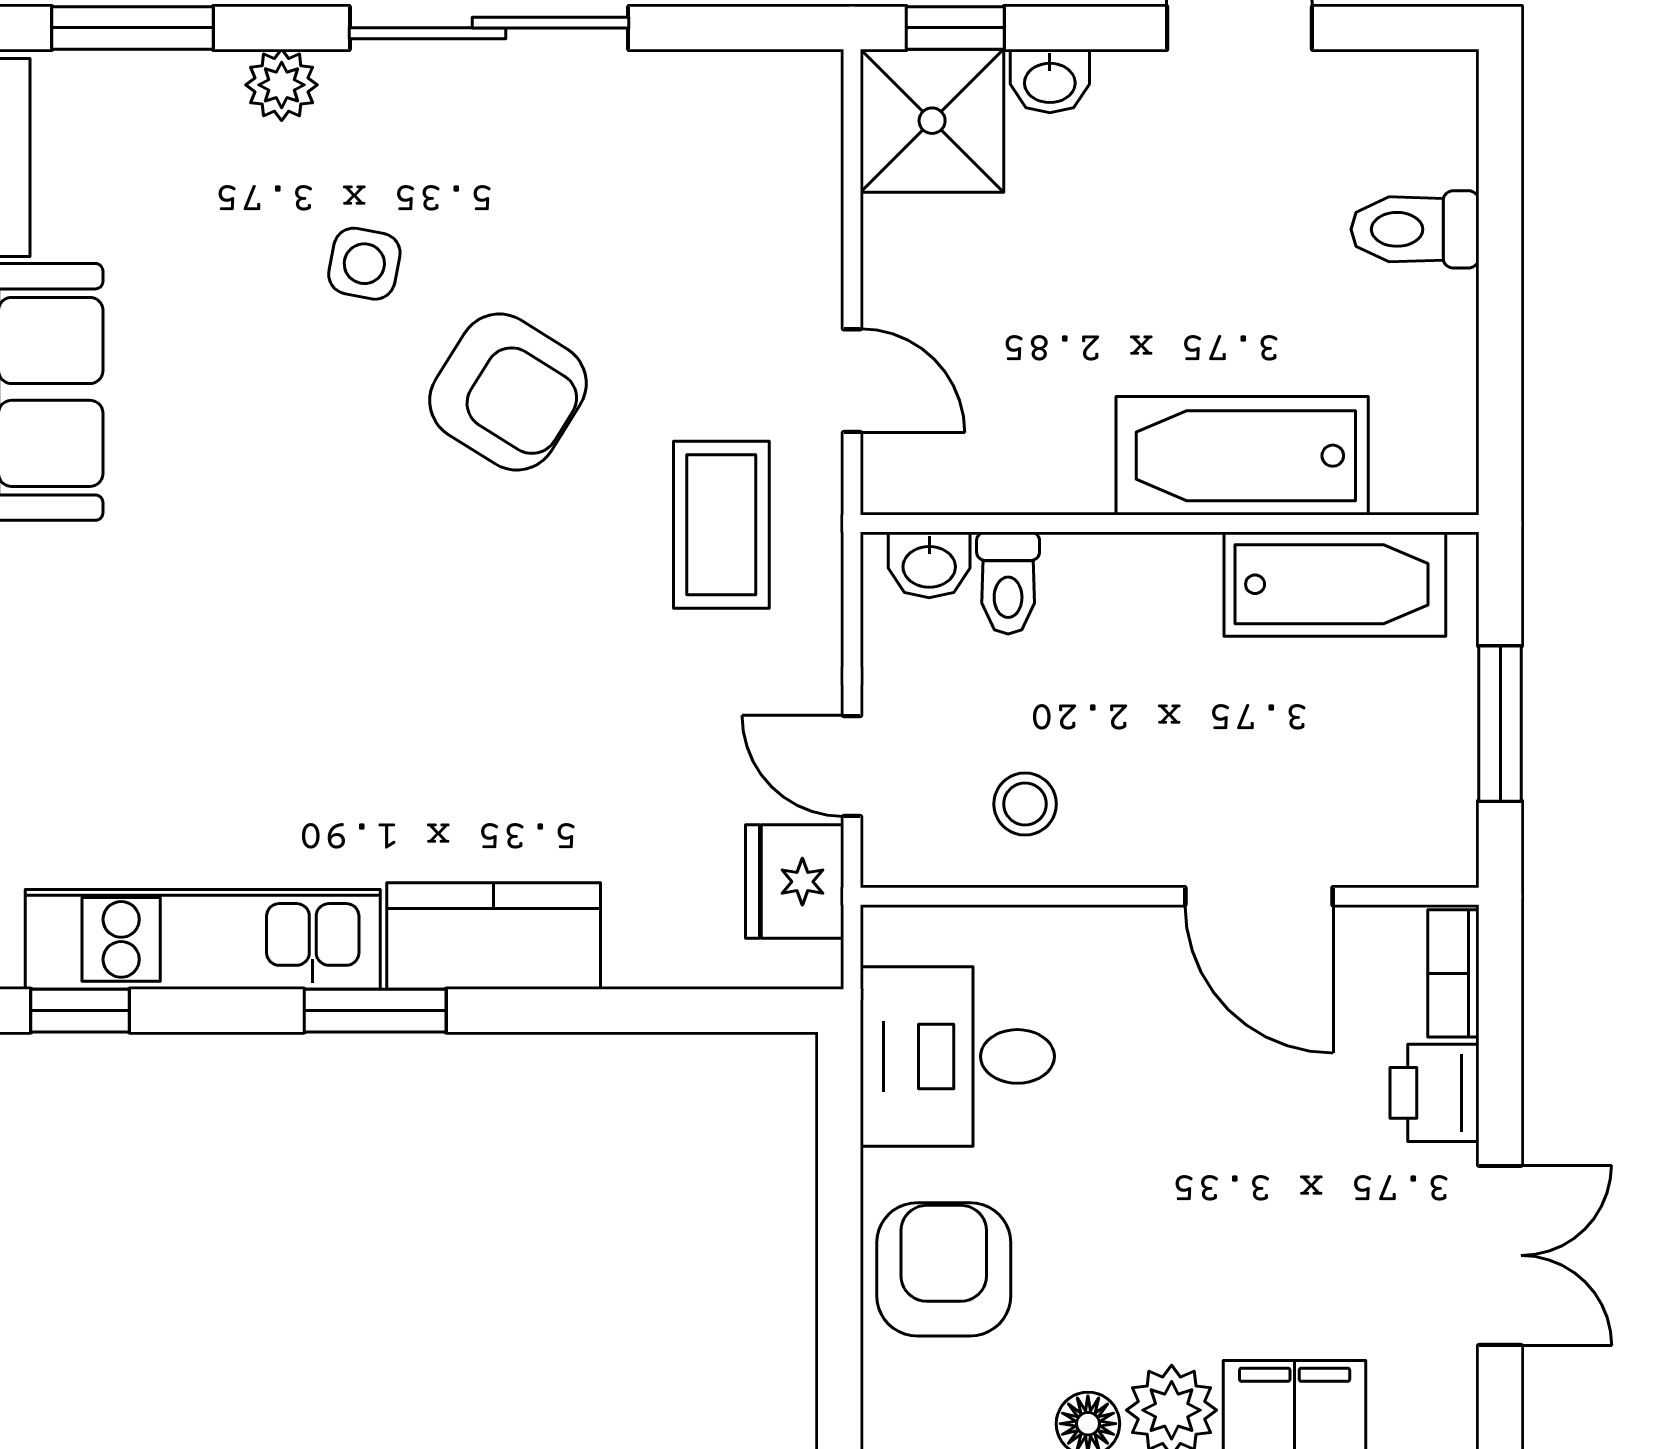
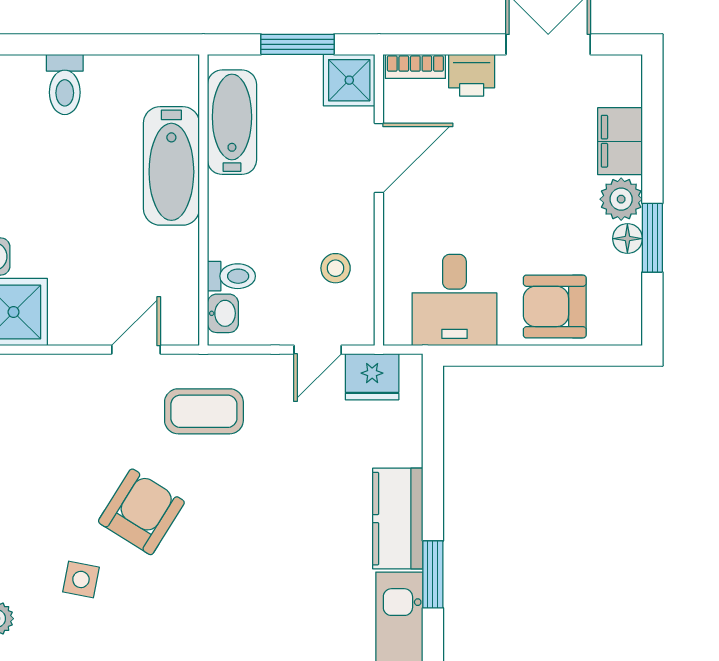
shower: (1424, 833) -> (349, 80), added

